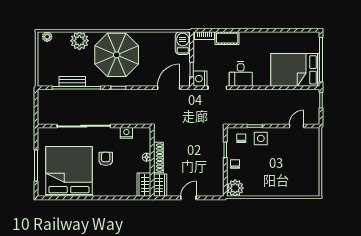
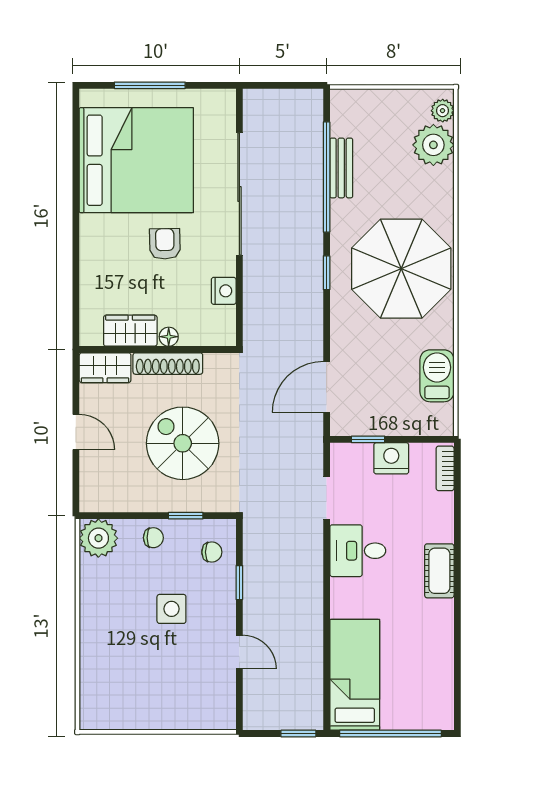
cot: (227, 38) -> (439, 571), moved
plant: (79, 41) -> (433, 145), moved
barbecue: (183, 43) -> (437, 376), moved, turned -90
bed: (295, 70) -> (355, 675), width x0.67
nightstand: (200, 79) -> (391, 458), moved
door: (169, 88) -> (327, 387), swing flipped
door: (297, 126) -> (239, 652), moved
side table: (261, 138) -> (171, 609), moved
spiral stairs: (193, 151) -> (183, 443), added
armchair: (106, 159) -> (165, 244), turned -91
wardrobe: (144, 185) -> (130, 331), moved

